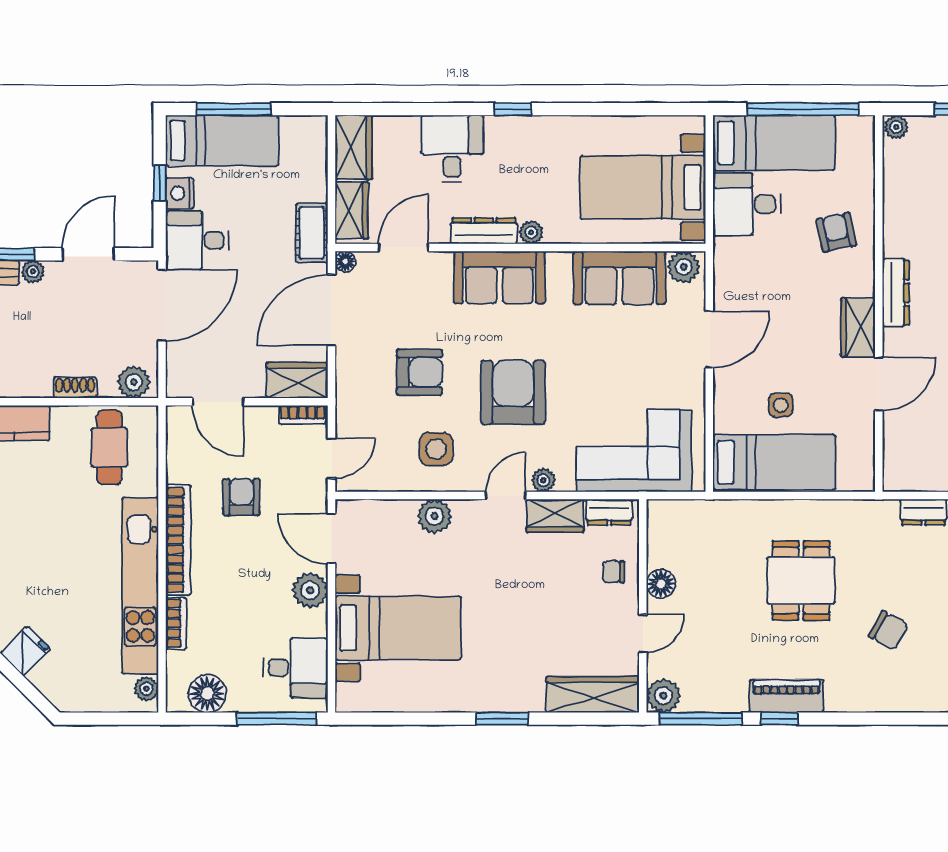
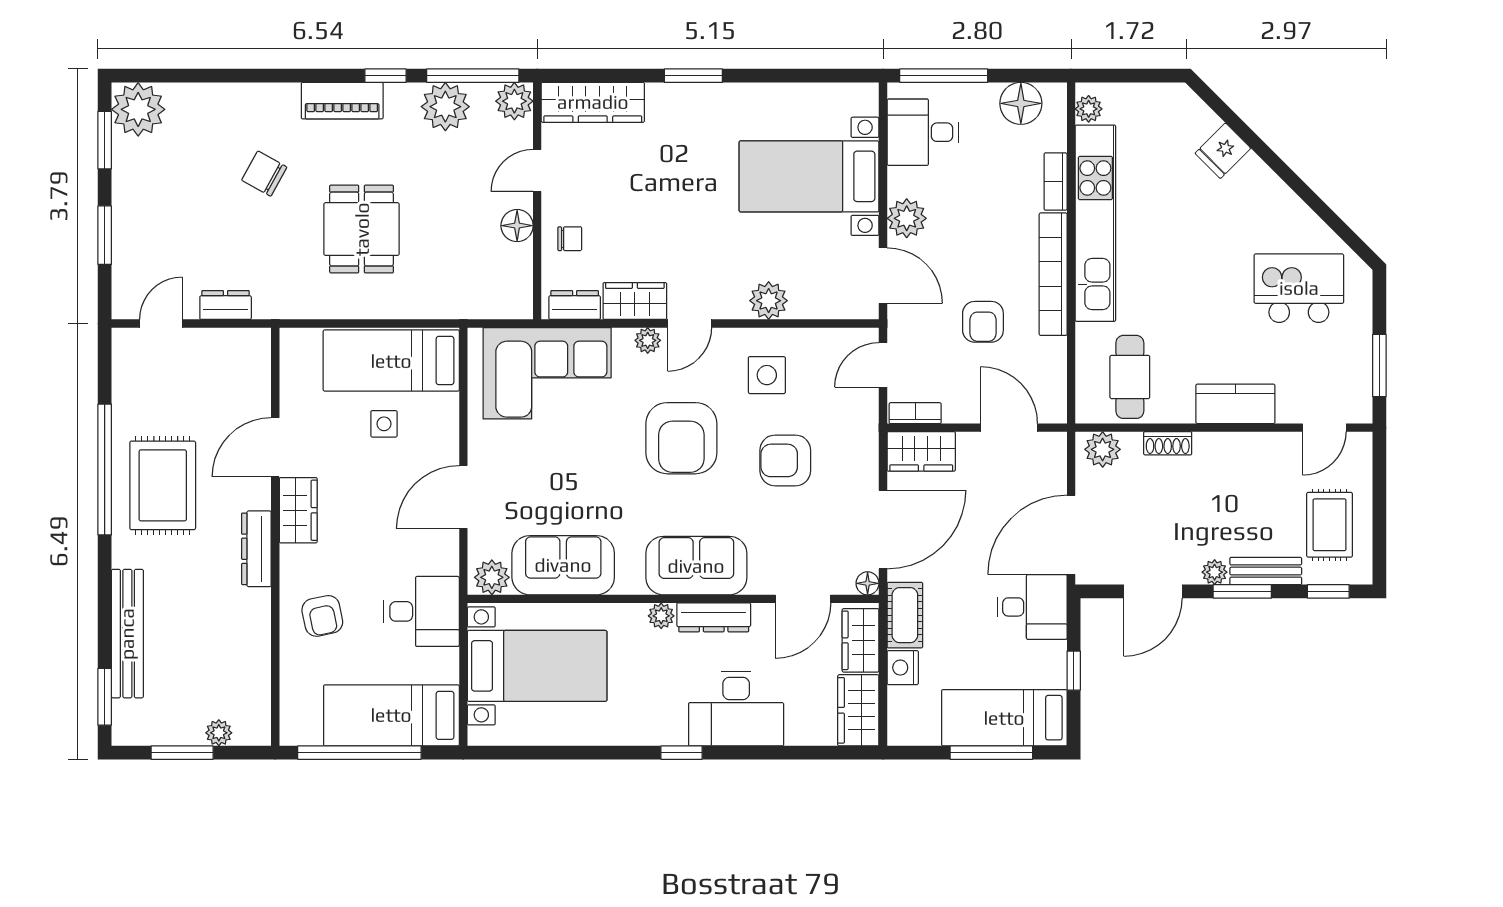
plant: (896, 127) -> (219, 733), moved
desk: (452, 149) -> (736, 709), width x1.37
nightstand: (180, 193) -> (903, 668), moved, turned 180
desk: (747, 204) -> (422, 611), moved
plant: (726, 691) -> (445, 107), added
piano: (787, 696) -> (342, 101), moved

